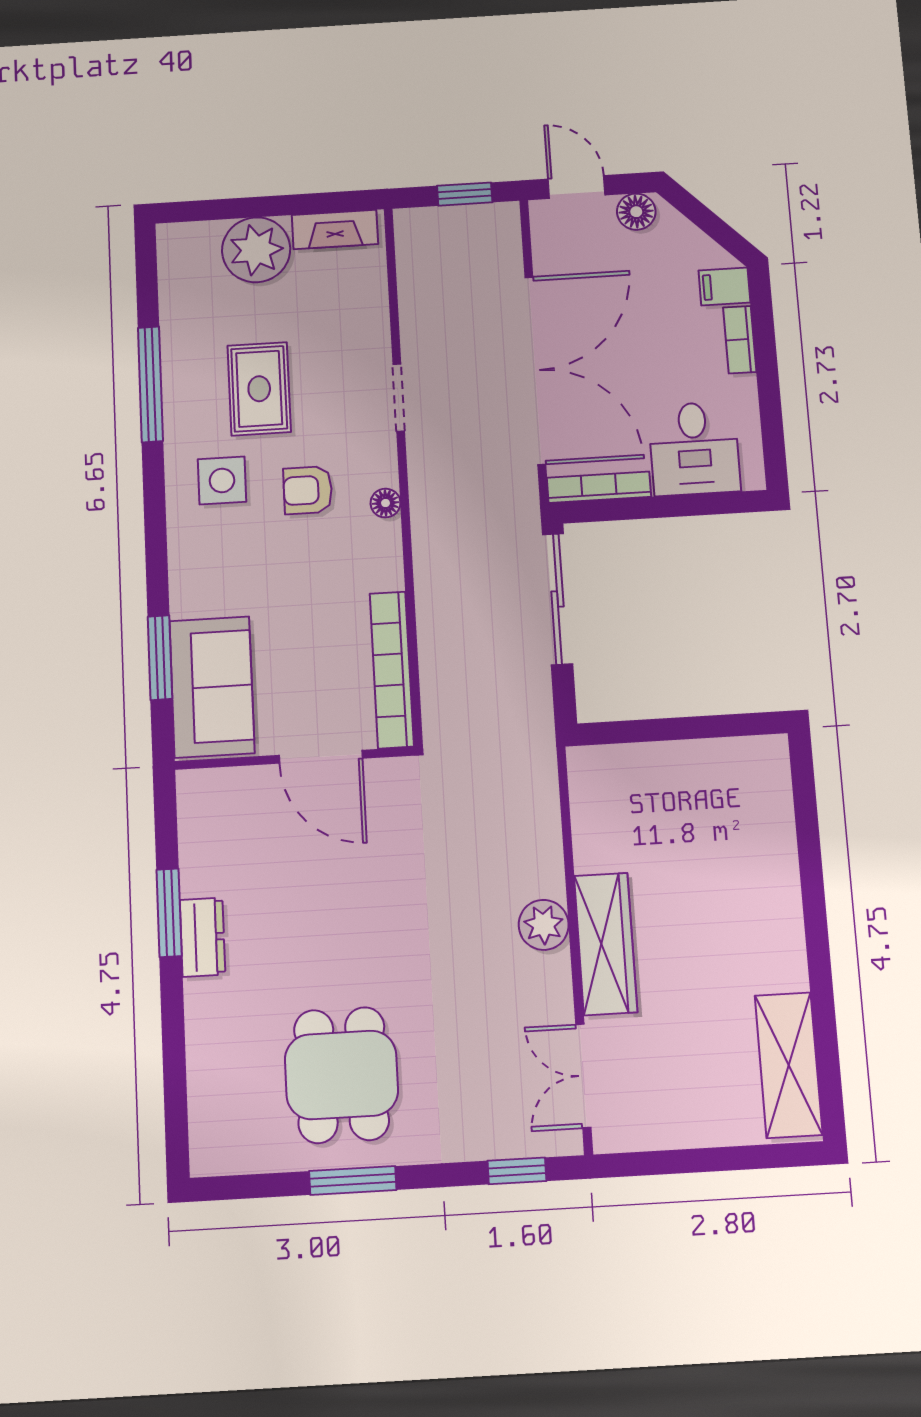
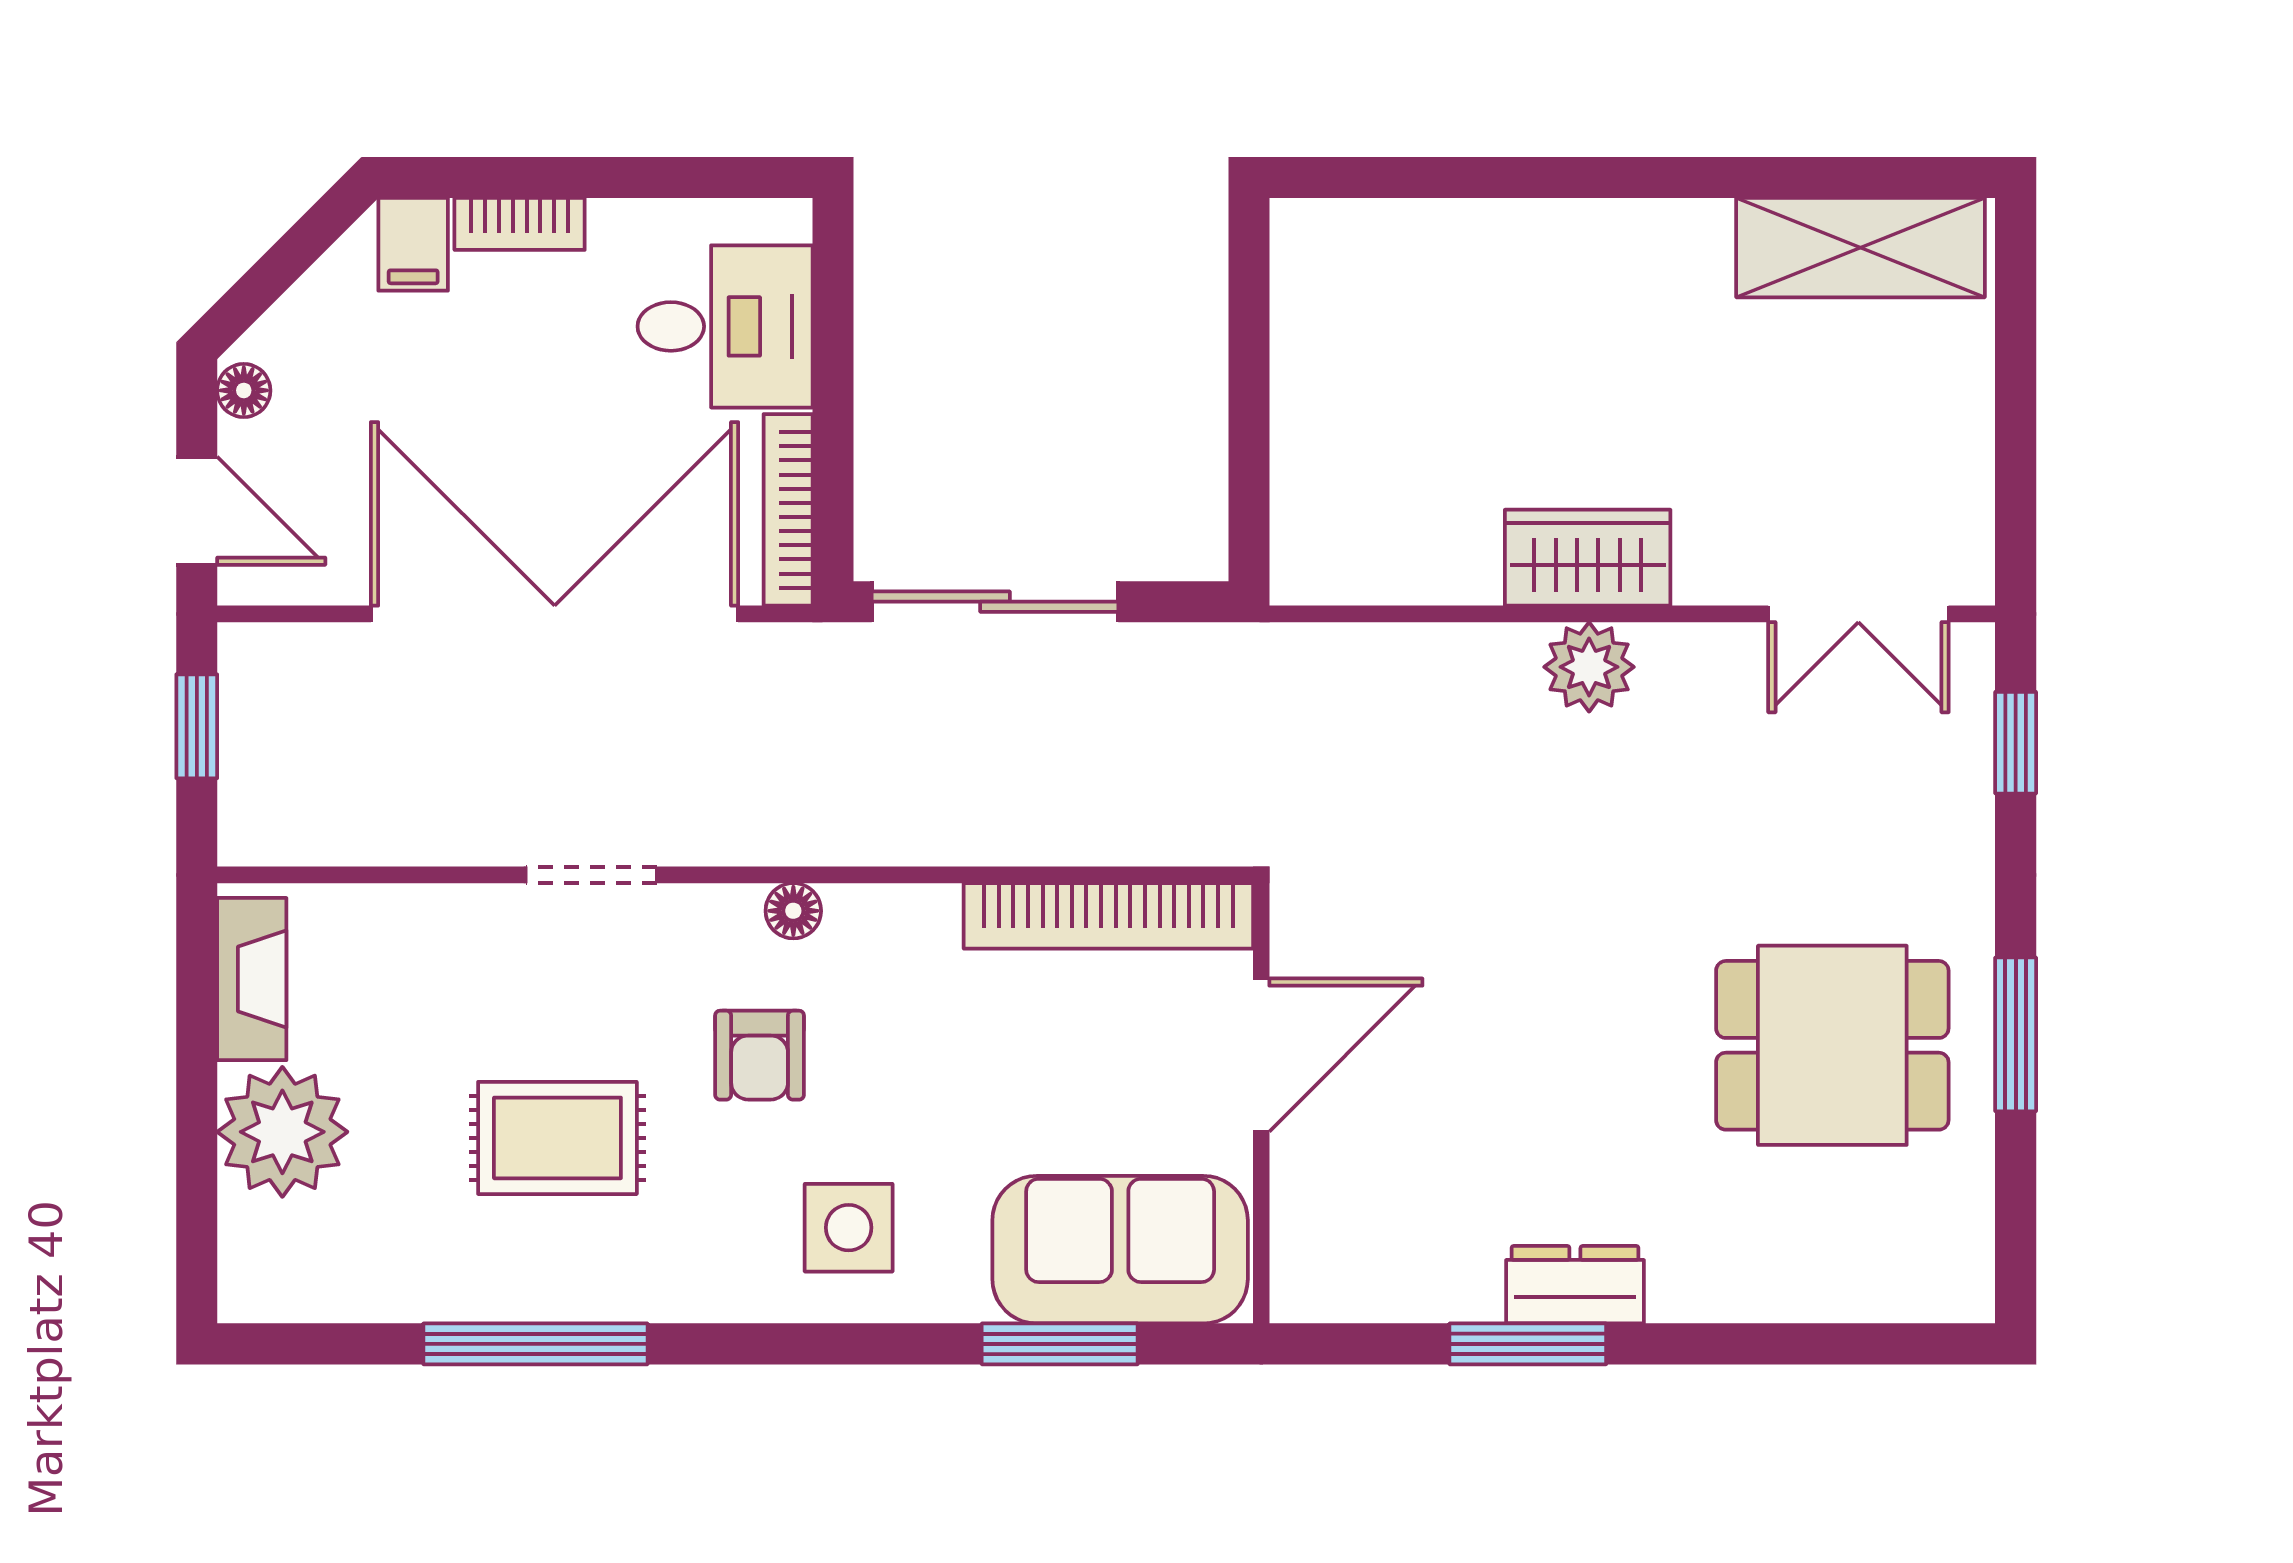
door: (577, 187) -> (197, 511), swing flipped
floor lamp: (636, 212) -> (244, 390), width x0.73, depth x0.73
side table: (222, 480) -> (849, 1228), moved
wardrobe: (606, 944) -> (1588, 558), width x0.67

